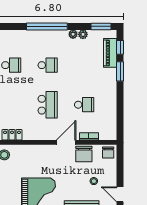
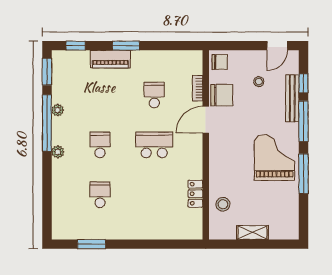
window: (47, 26) -> (47, 123), moved
plant: (83, 34) -> (58, 152), moved
piano: (110, 53) -> (110, 59), moved
window: (120, 71) -> (126, 46), moved
door: (66, 142) -> (206, 120), hinge flipped

